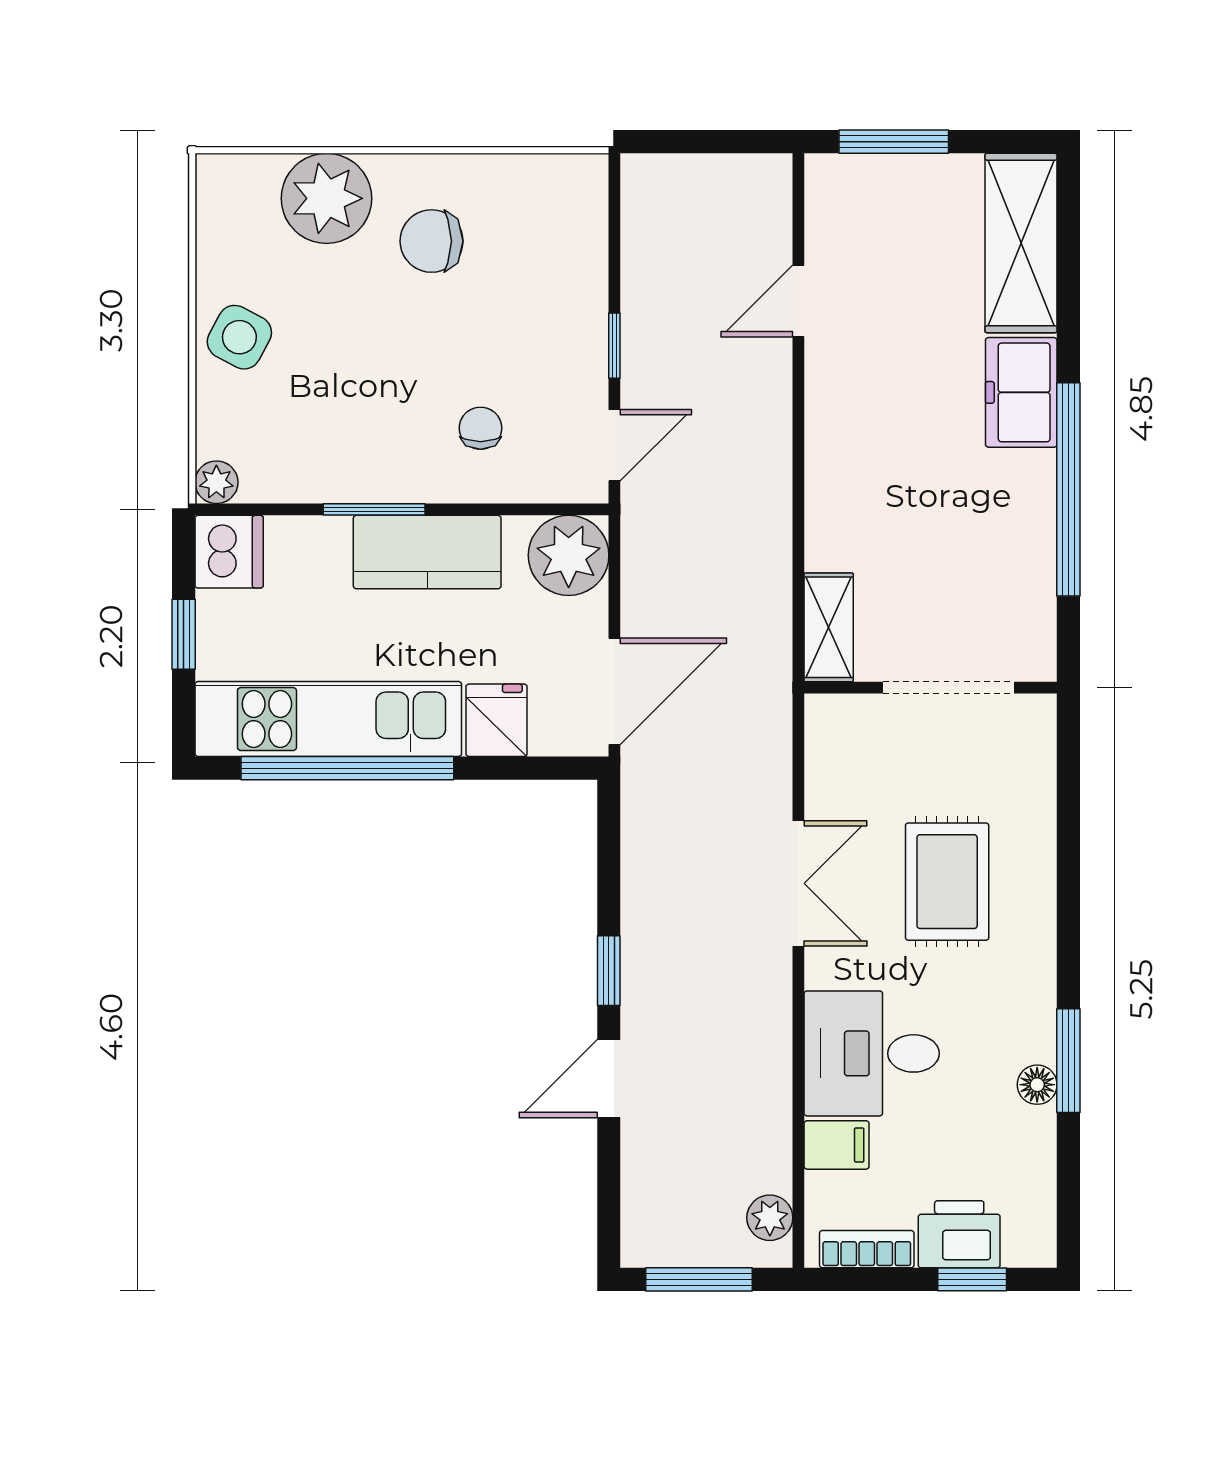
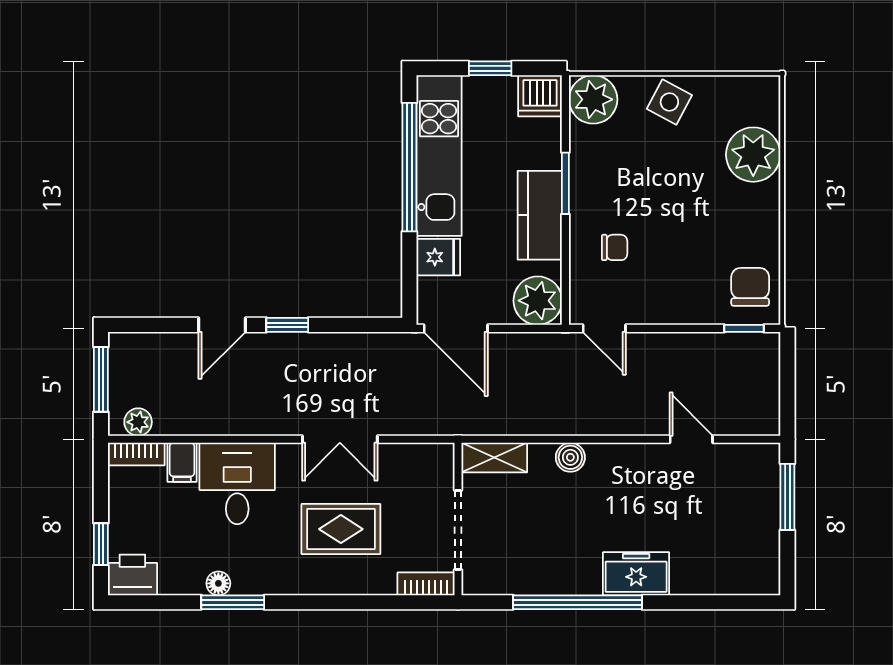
chair: (431, 241) -> (750, 287), moved
shelving: (1021, 243) -> (726, 574), removed
window: (614, 346) -> (744, 328), moved
plant: (216, 482) -> (593, 99), width x1.88, depth x1.88
boiler: (828, 501) -> (570, 457), added
bookcase: (1038, 741) -> (426, 584), added
door: (609, 1079) -> (222, 325), swing flipped
printer: (959, 1234) -> (132, 575), moved, turned -90
bookcase: (867, 1249) -> (136, 454), moved, turned 90

